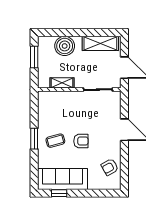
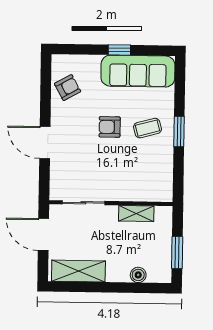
boiler: (65, 46) -> (138, 275), width x0.54, depth x0.54
window: (59, 193) -> (119, 50), moved

